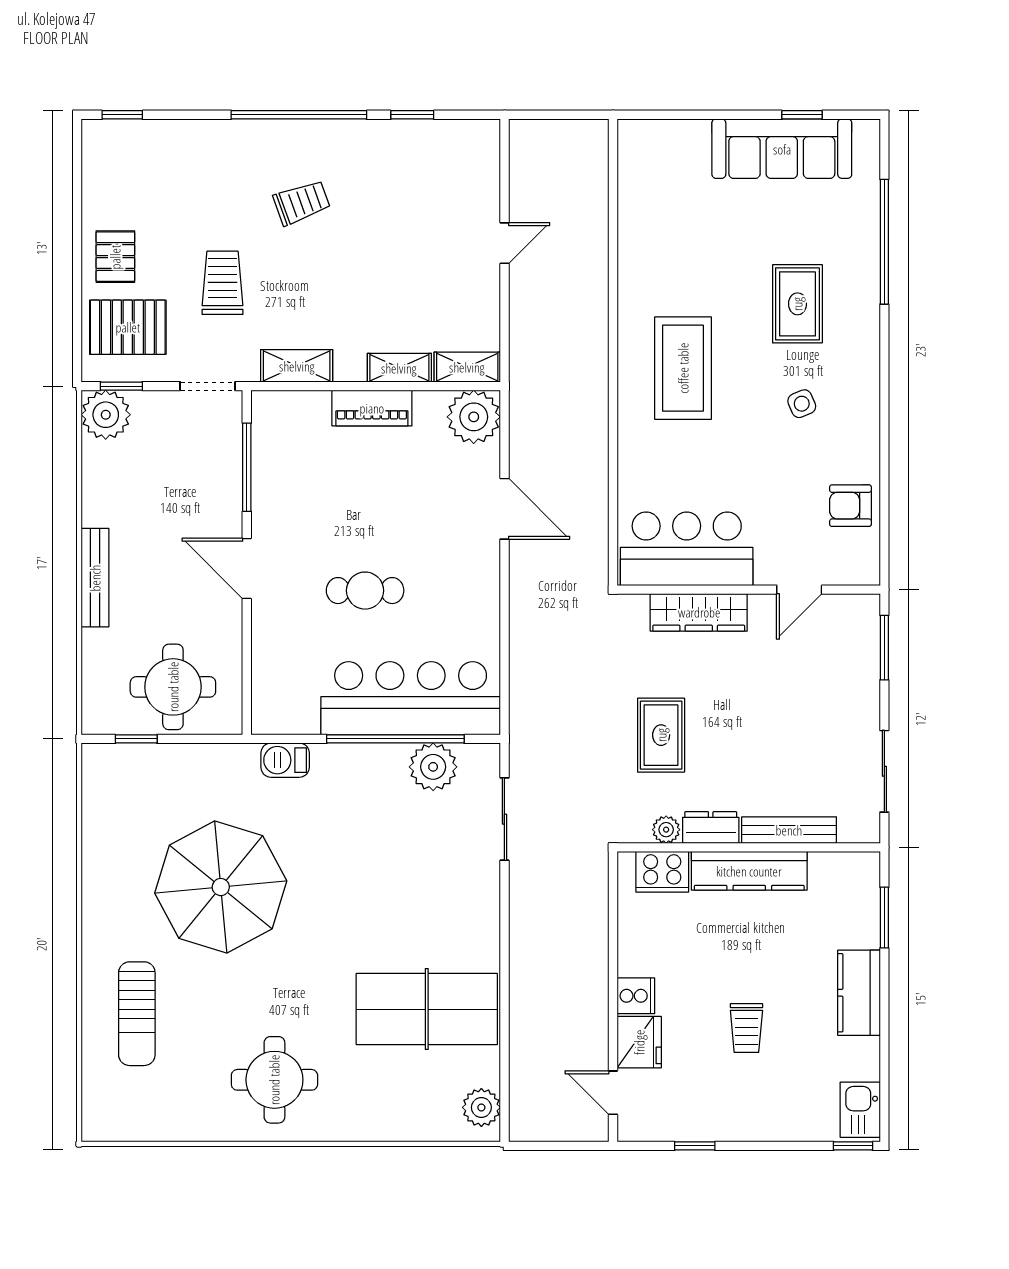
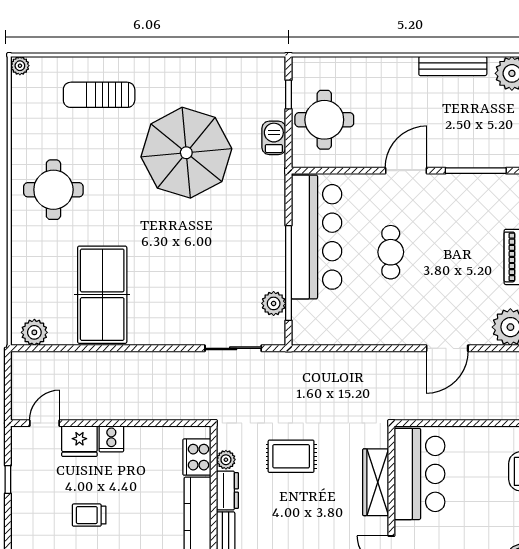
bench: (95, 578) -> (453, 66), moved
bar counter: (411, 698) -> (317, 237), moved
barbecue: (285, 760) -> (274, 138), moved
plant: (433, 767) -> (274, 303), width x0.73, depth x0.73
plant: (95, 1128) -> (20, 66), added

